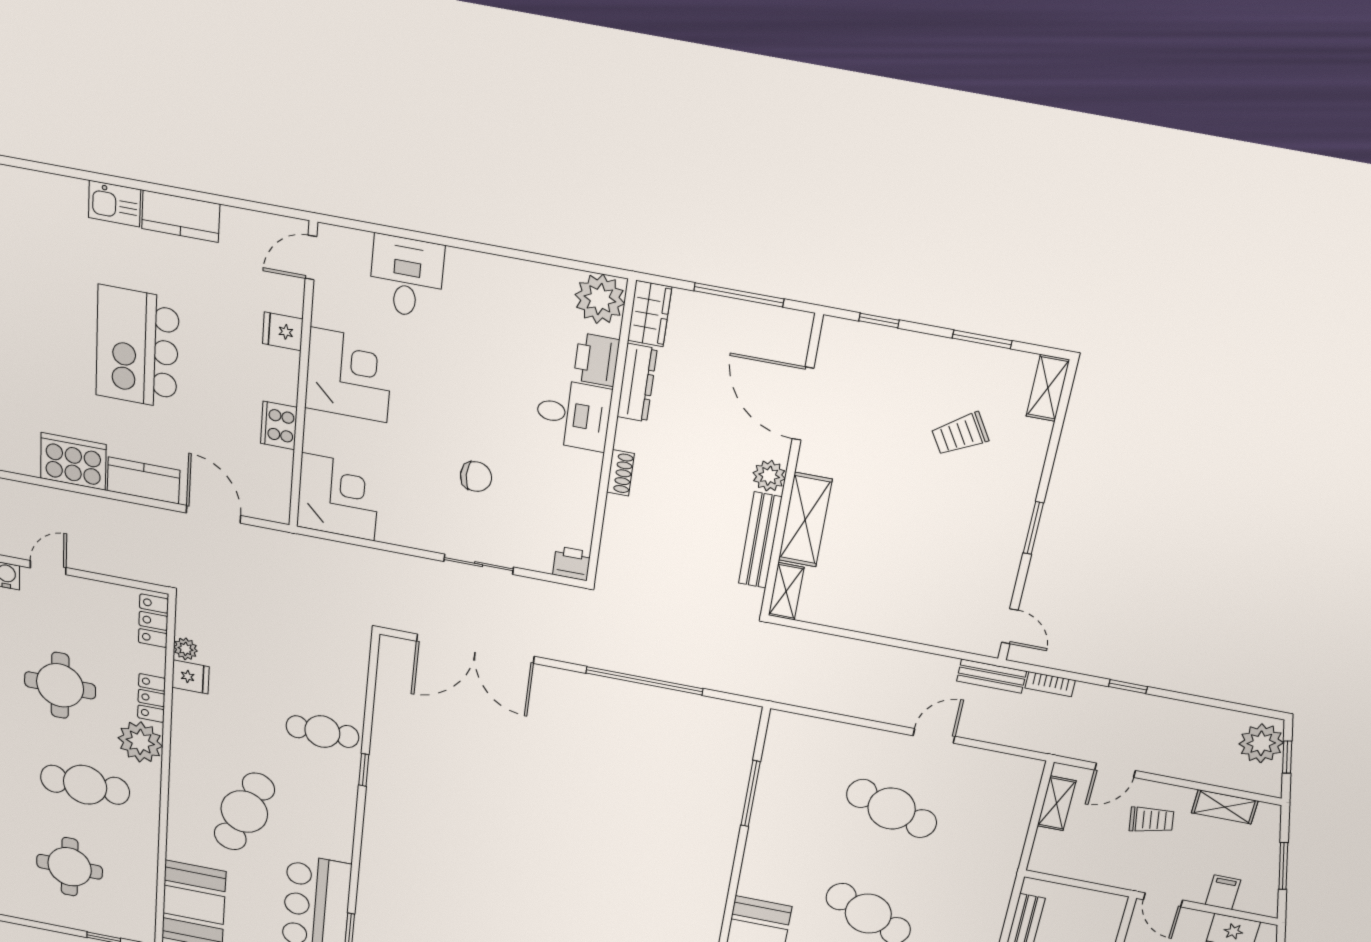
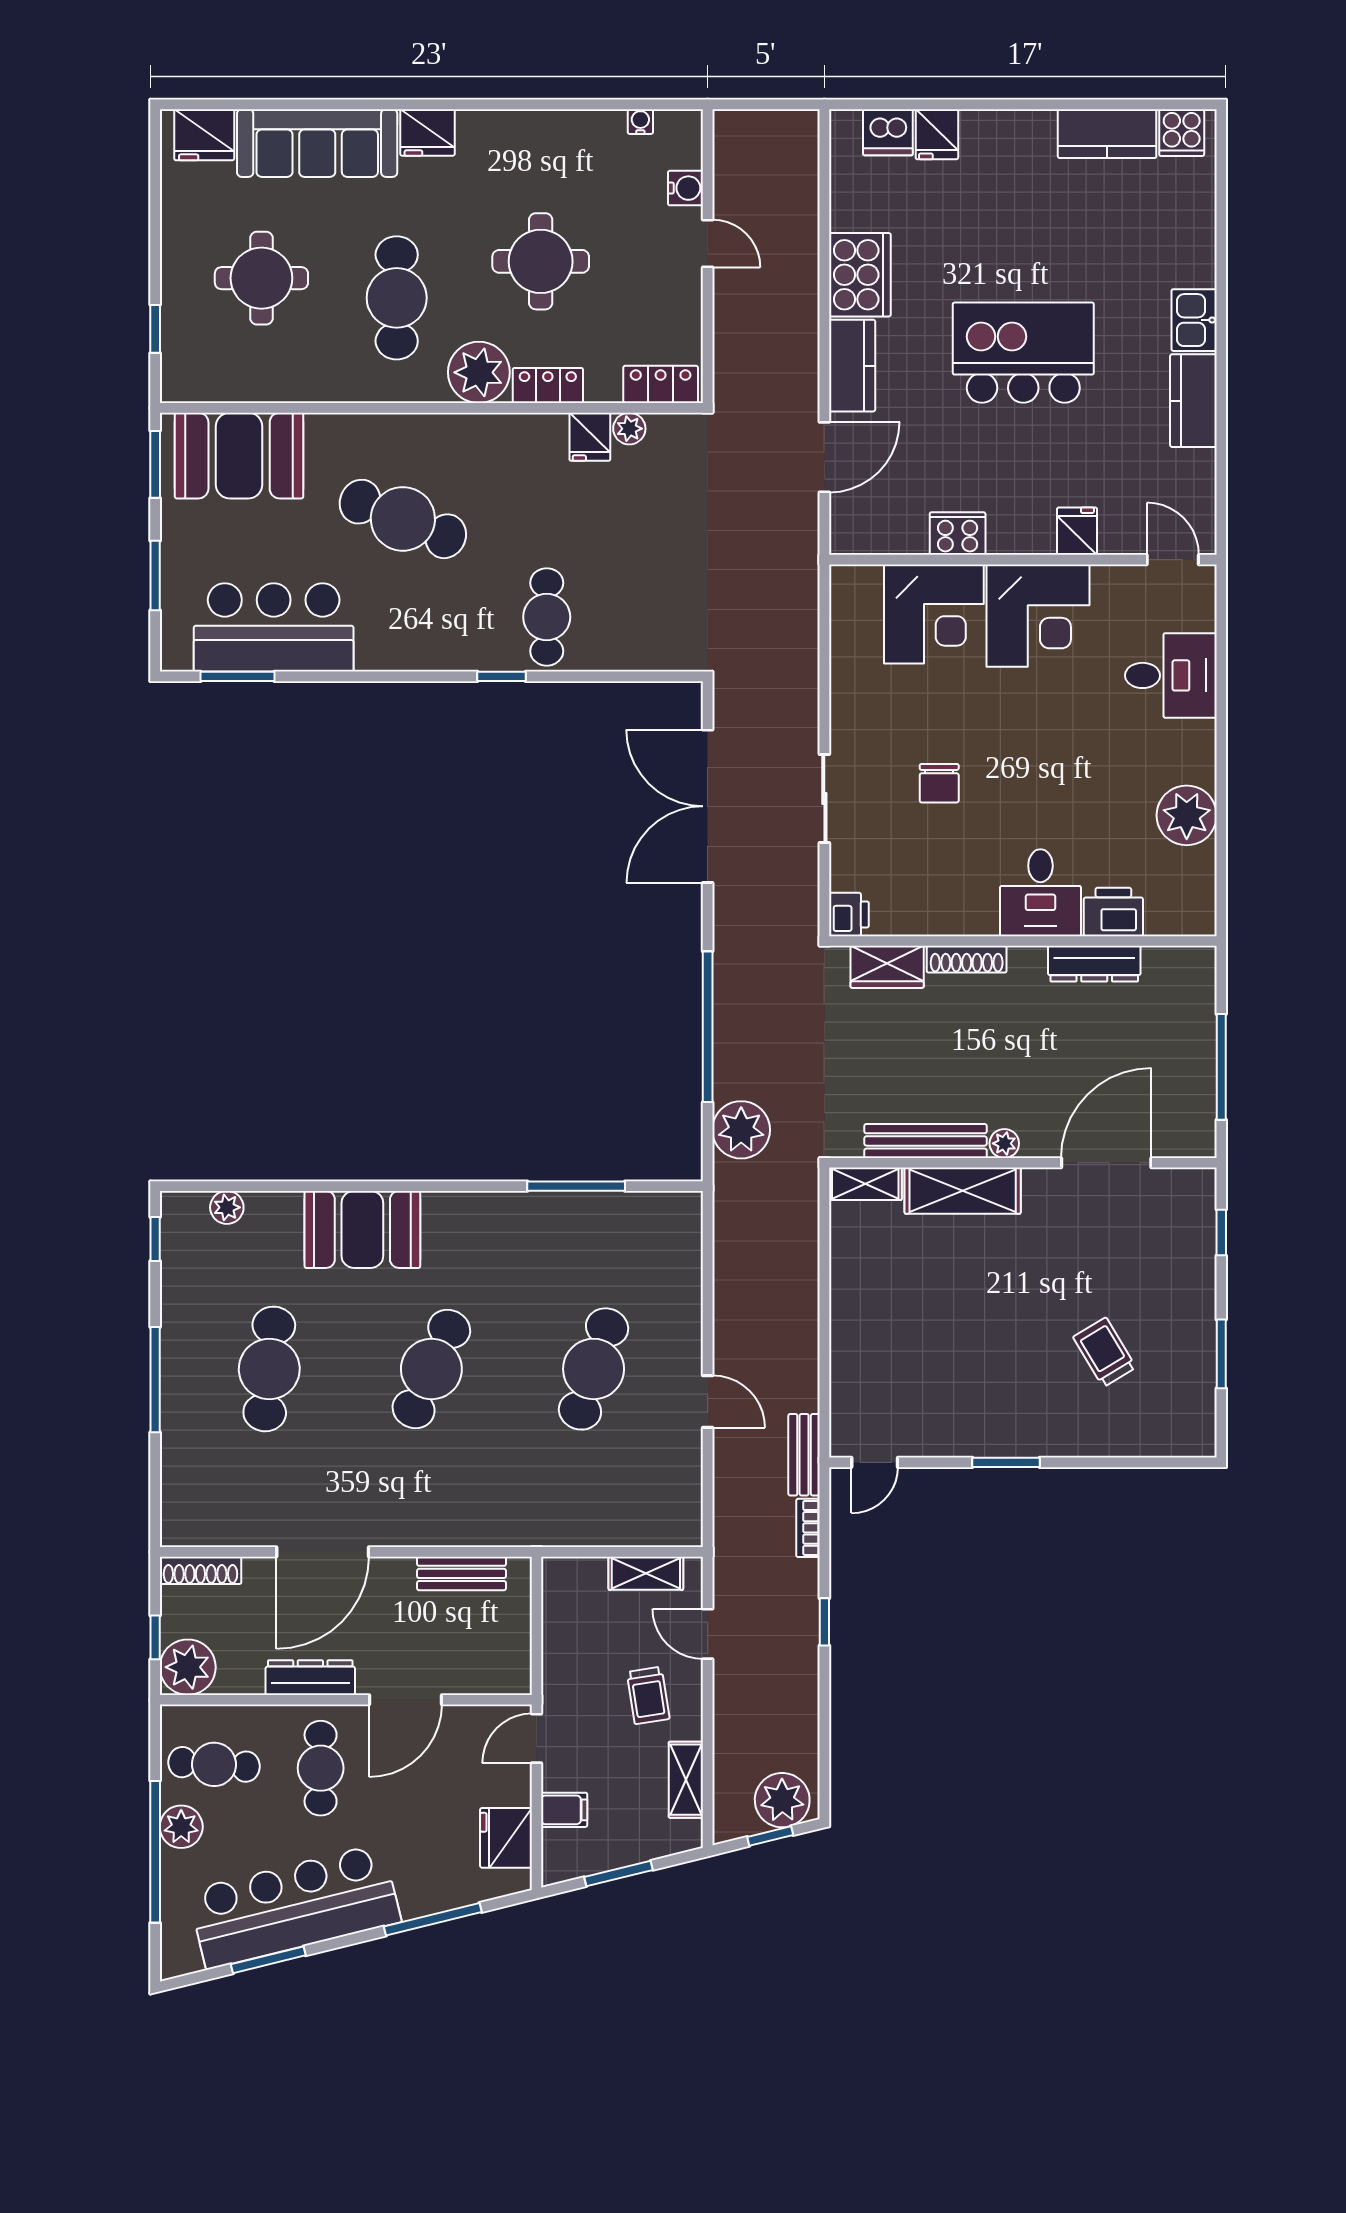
plant: (600, 299) -> (1187, 815), moved
wardrobe: (650, 314) -> (887, 967), moved
shelving: (1048, 388) -> (1179, 1441), removed
shoe rack: (620, 473) -> (967, 959), width x1.43
plant: (769, 476) -> (1004, 1143), width x0.73, depth x0.73
corner desk: (338, 497) -> (934, 614), moved
plant: (728, 673) -> (741, 1130), added

